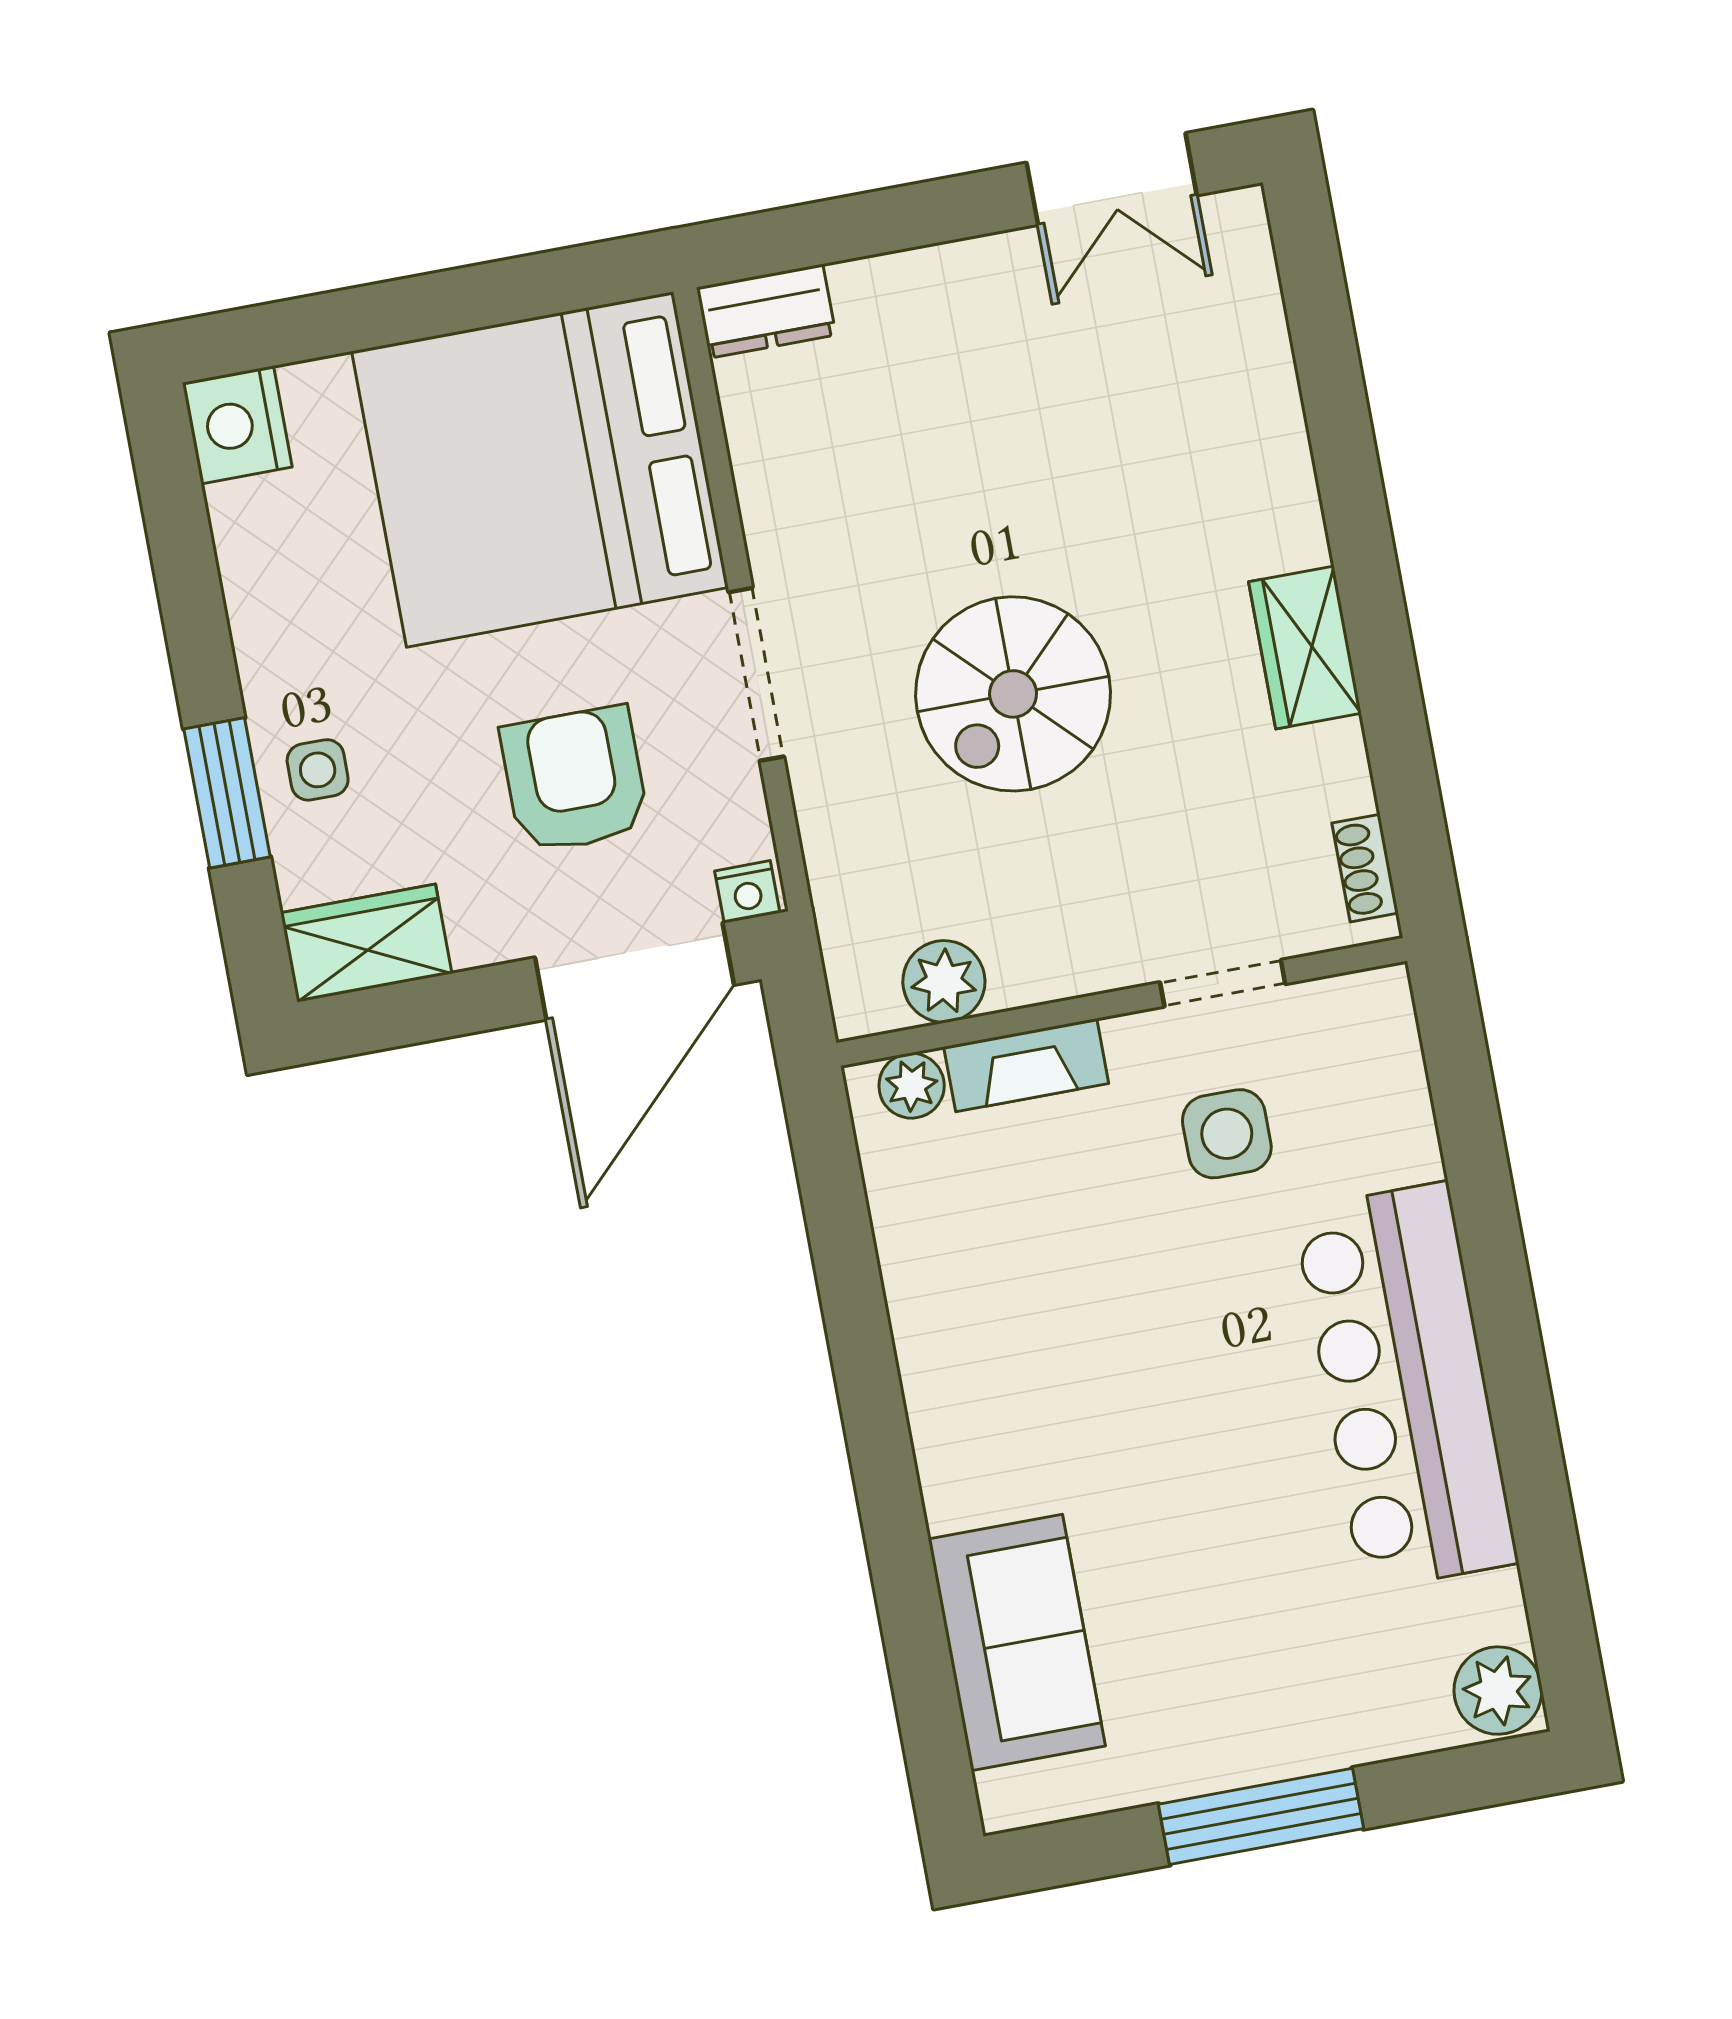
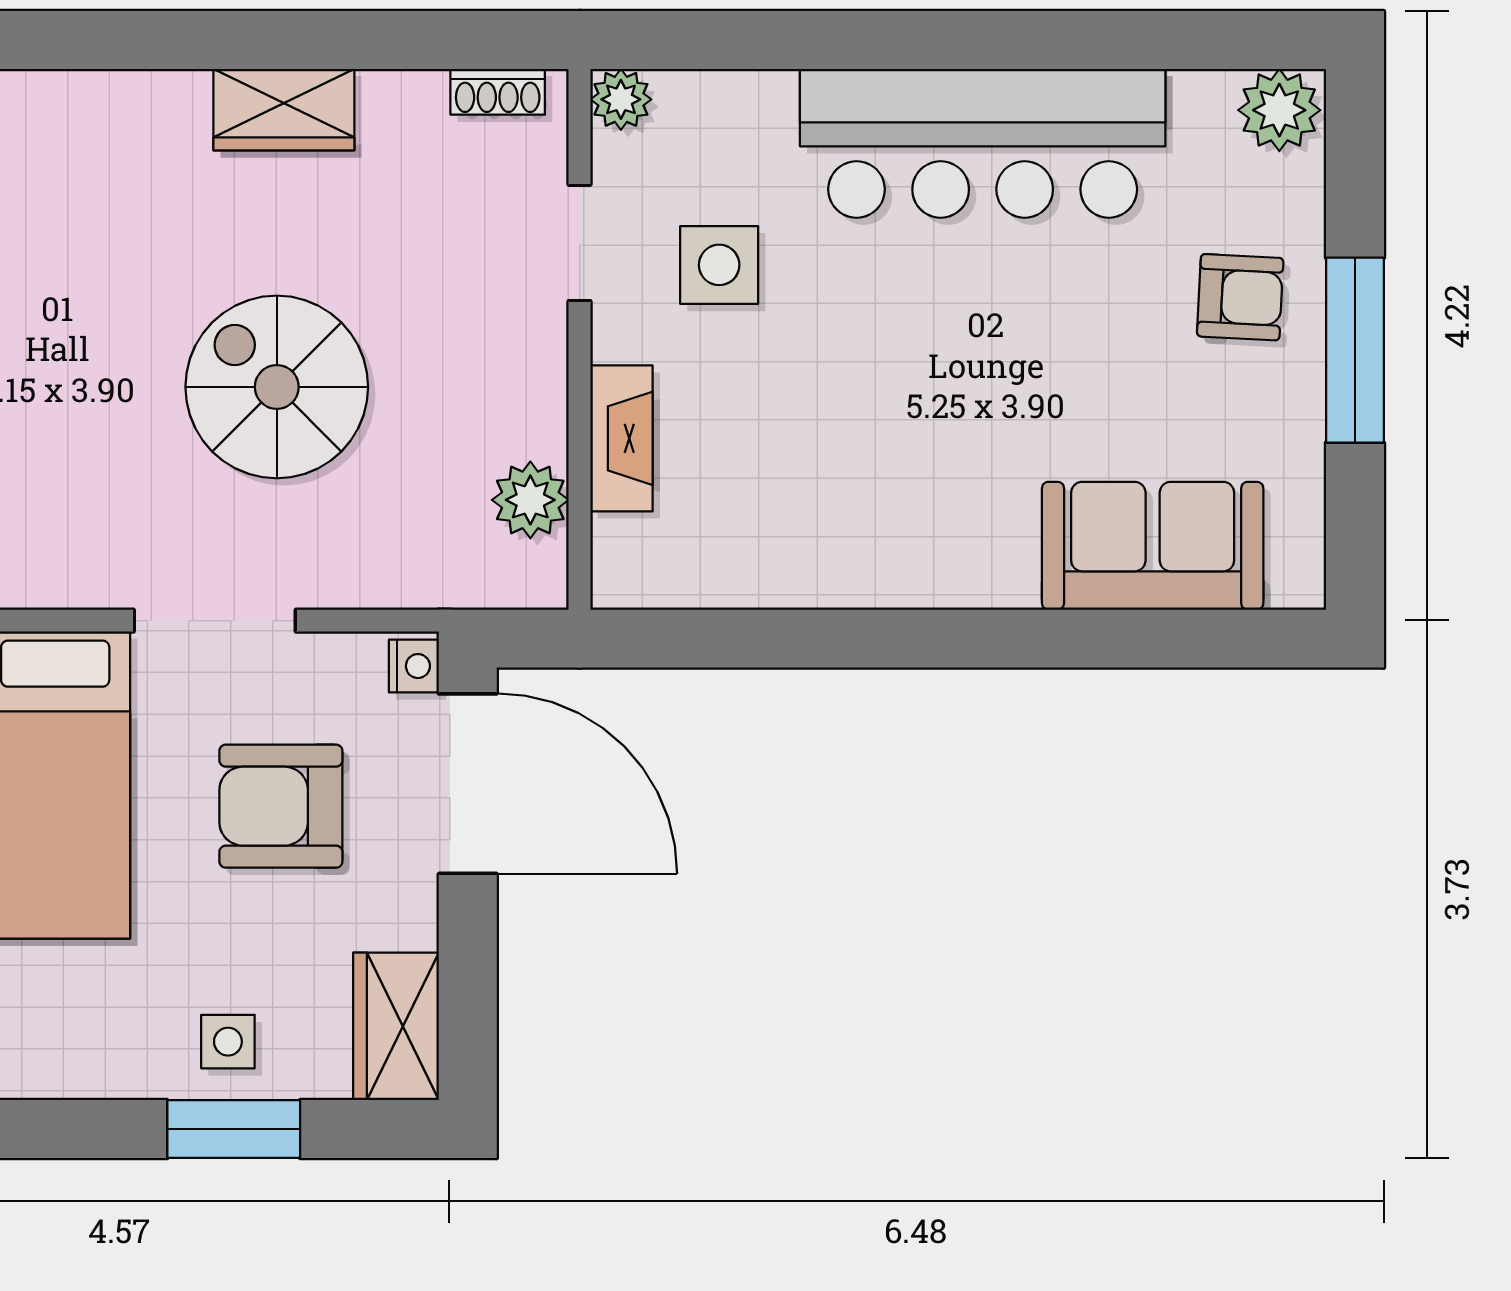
spiral stairs: (1013, 694) -> (277, 387), turned 180
plant: (912, 1086) -> (621, 99), moved
armchair: (1294, 1686) -> (1240, 297), added

